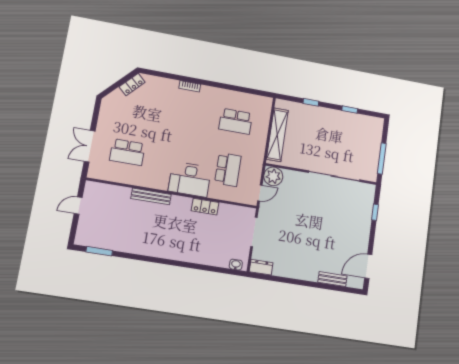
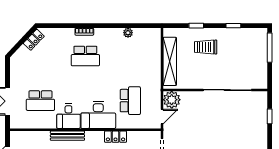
plant: (237, 96) -> (128, 33), added
school desk: (236, 121) -> (85, 56), moved
trolley: (318, 127) -> (206, 47), added
window: (382, 159) -> (270, 48), moved
desk: (156, 175) -> (68, 116), added

